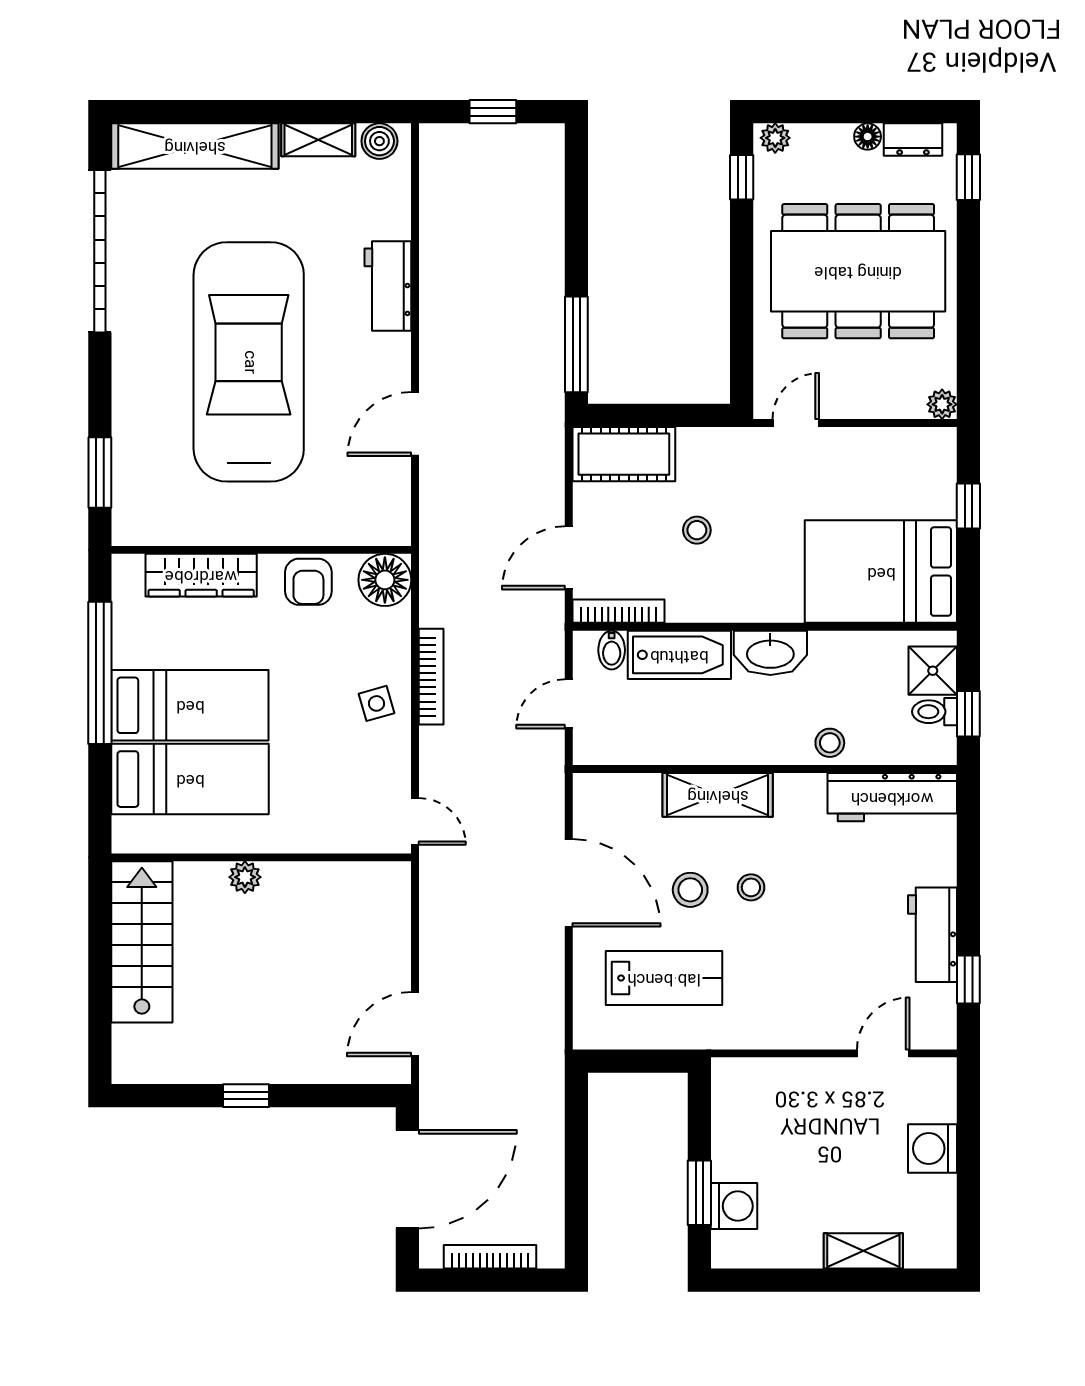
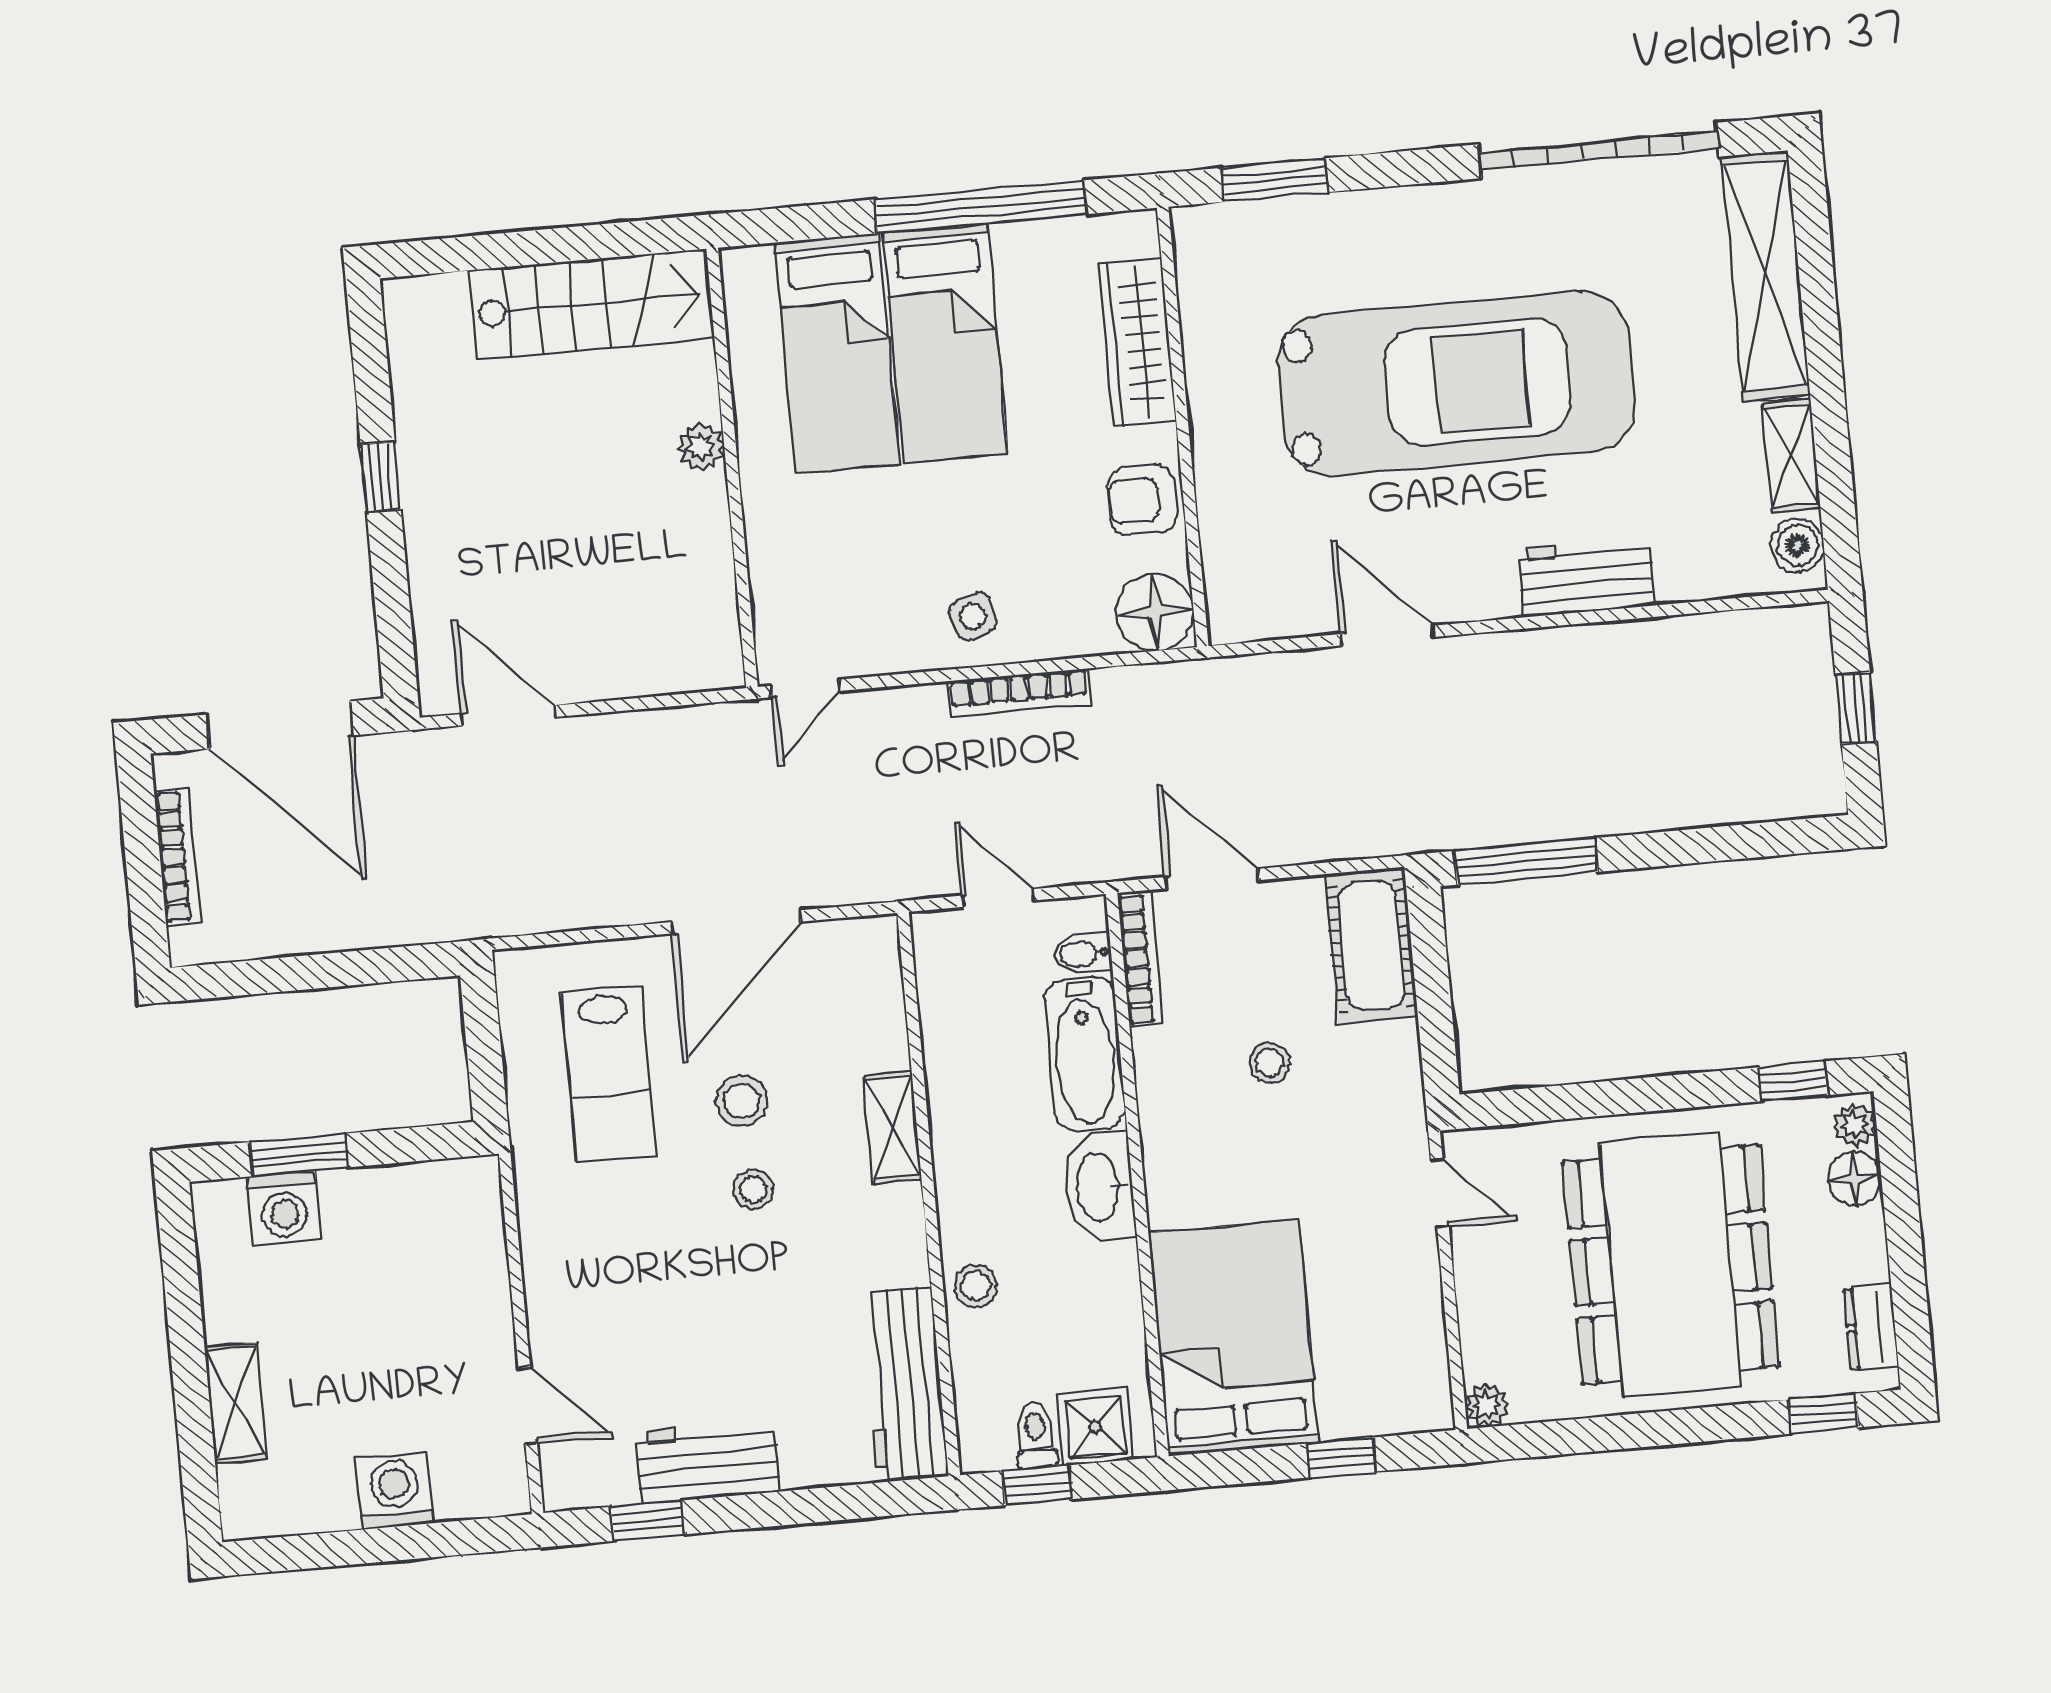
floor lamp: (868, 137) -> (1855, 1179), moved, width x1.37, depth x1.37
shelving: (718, 795) -> (893, 1128), width x0.67, depth x0.75

